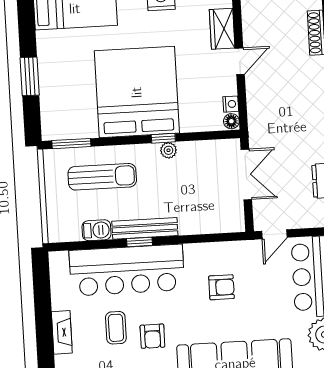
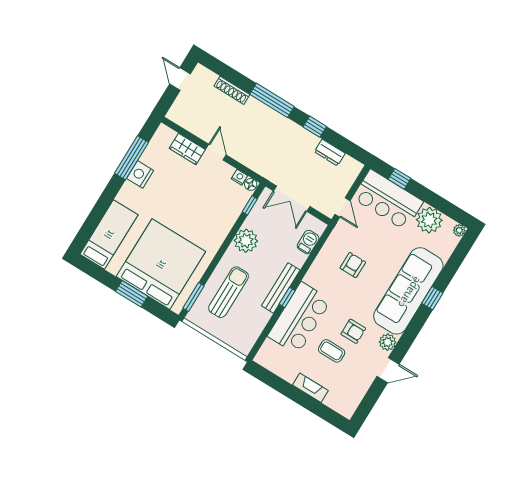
bed: (137, 92) -> (161, 264), moved, turned 90
window: (163, 138) -> (250, 205), moved
plant: (168, 150) -> (246, 241), width x1.88, depth x1.88
double door: (246, 174) -> (292, 199), swing flipped
barbecue: (96, 230) -> (308, 242), moved
bar counter: (127, 270) -> (299, 318), width x0.73

